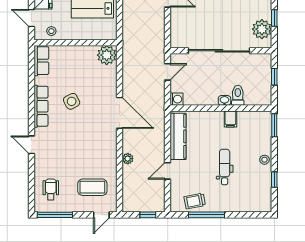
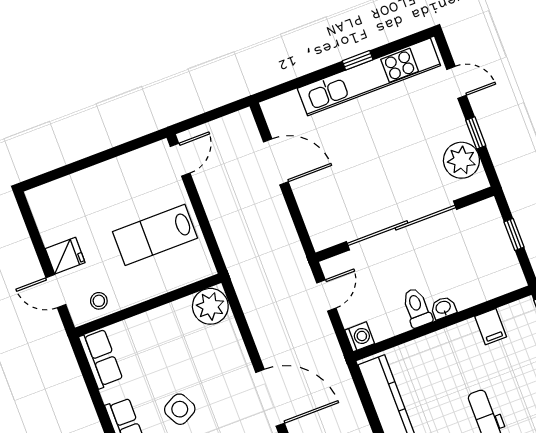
toilet: (238, 95) -> (417, 308), moved
filing cabinet: (230, 119) -> (491, 327), moved

